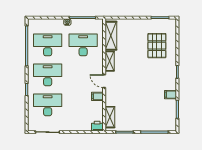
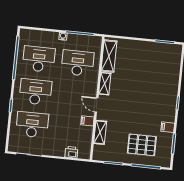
pallet: (157, 46) -> (142, 145), moved, turned 90
shelving: (110, 117) -> (100, 132), moved
printer: (97, 126) -> (71, 152), moved

